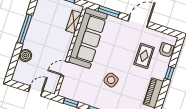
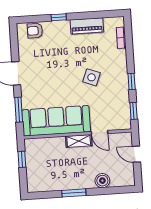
shelving: (74, 22) -> (79, 141), moved
window: (25, 29) -> (74, 193), width x0.69
rug: (144, 56) -> (51, 52), removed

